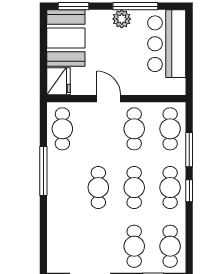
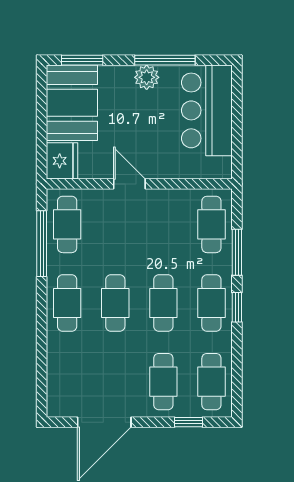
cafe table: (134, 129) -> (67, 303), moved
window: (43, 171) -> (42, 244), moved

